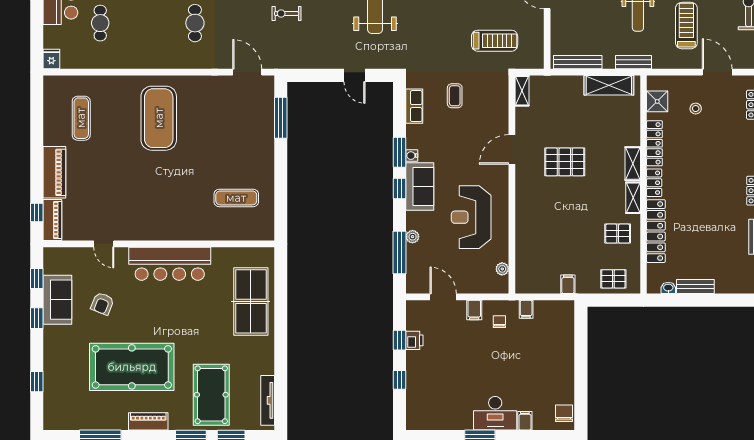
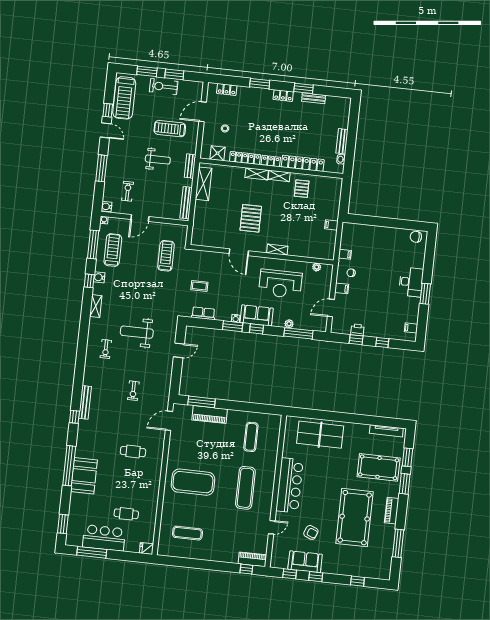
shelving: (522, 91) -> (277, 250), moved
piano: (54, 172) -> (210, 415), moved, turned 180
exercise mat: (159, 198) -> (245, 488), added
pallet: (613, 279) -> (331, 195), removed
filing cabinet: (525, 421) -> (411, 328), moved

